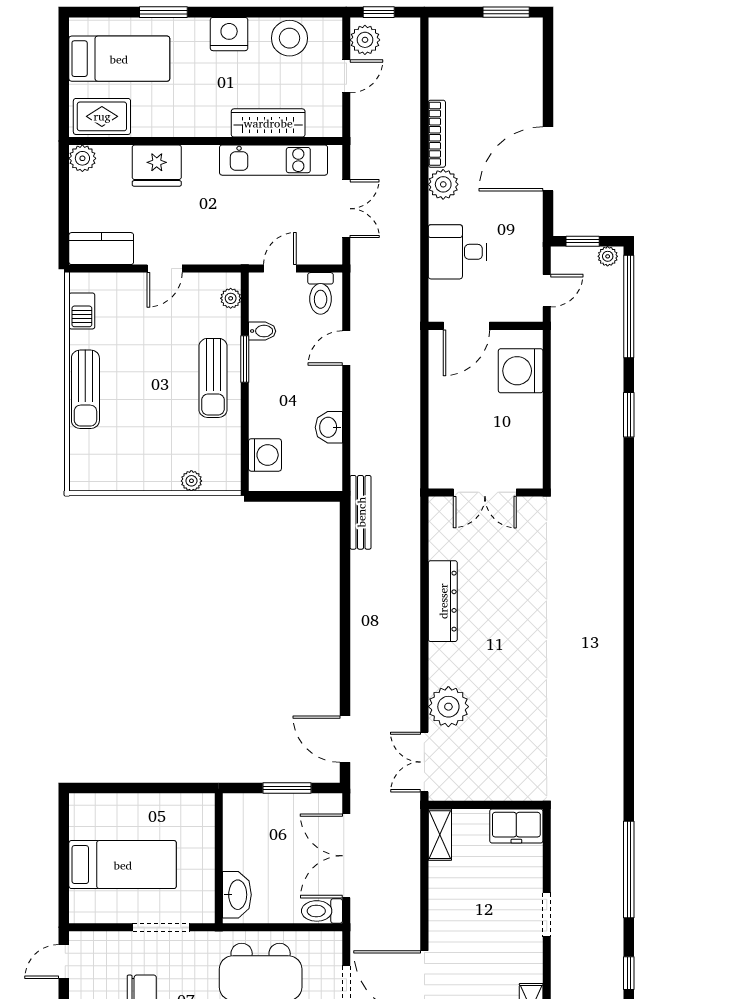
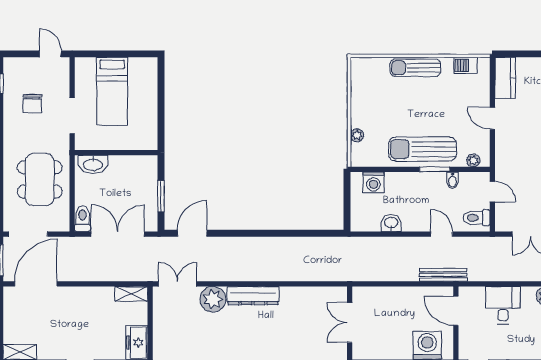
sun lounger: (213, 378) -> (423, 149), width x1.36, depth x1.34
bench: (361, 512) -> (443, 275), moved
dresser: (443, 601) -> (253, 296), moved

